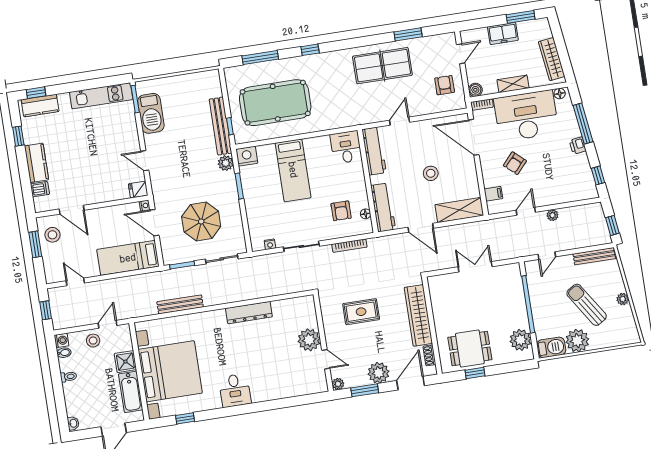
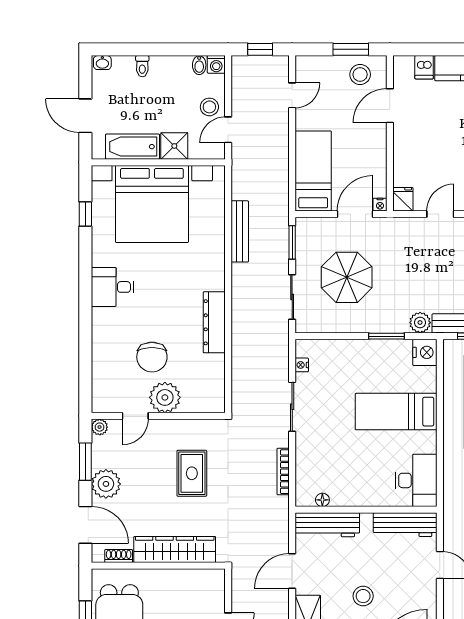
desk: (346, 147) -> (416, 480), width x1.37
armchair: (341, 211) -> (332, 468), removed
door: (108, 324) -> (228, 130), swing flipped
chair: (281, 354) -> (152, 357), added
toilet: (68, 377) -> (142, 66), moved

